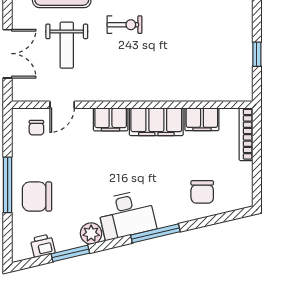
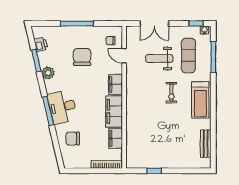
chair: (37, 197) -> (82, 57), moved
desk: (127, 215) -> (62, 107), moved

